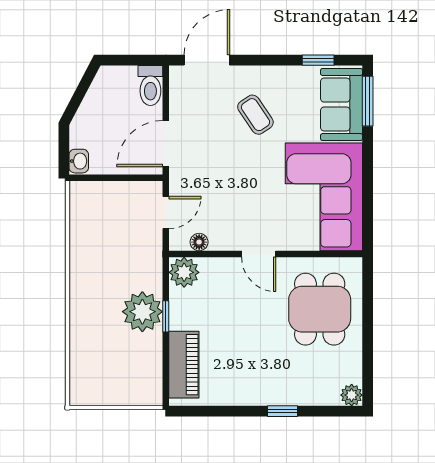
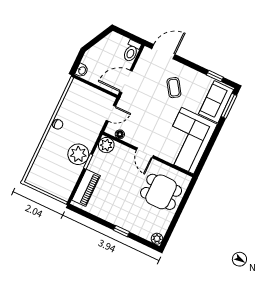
chair: (81, 276) -> (58, 124), added
dining table: (320, 309) -> (161, 192), turned 90

